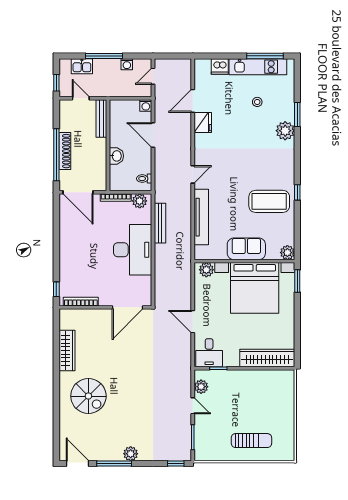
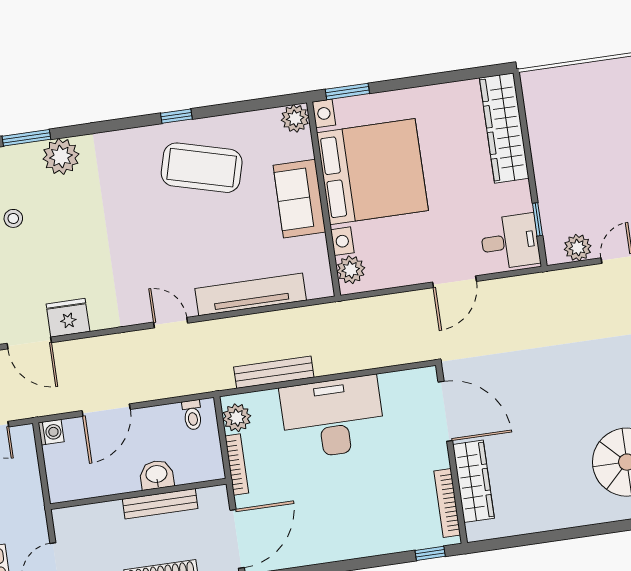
bench: (101, 118) -> (160, 504), moved
coffee table: (269, 201) -> (202, 168), turned -75
wardrobe: (67, 351) -> (473, 481), moved, turned 90

